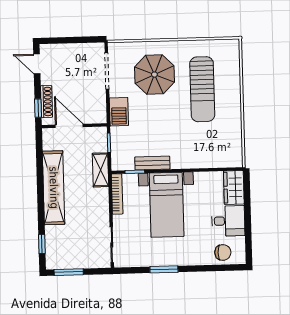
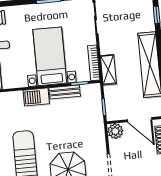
barbecue: (119, 112) -> (36, 97), moved, turned -90
plant: (98, 115) -> (115, 131), added
shelving: (100, 170) -> (108, 70), moved

